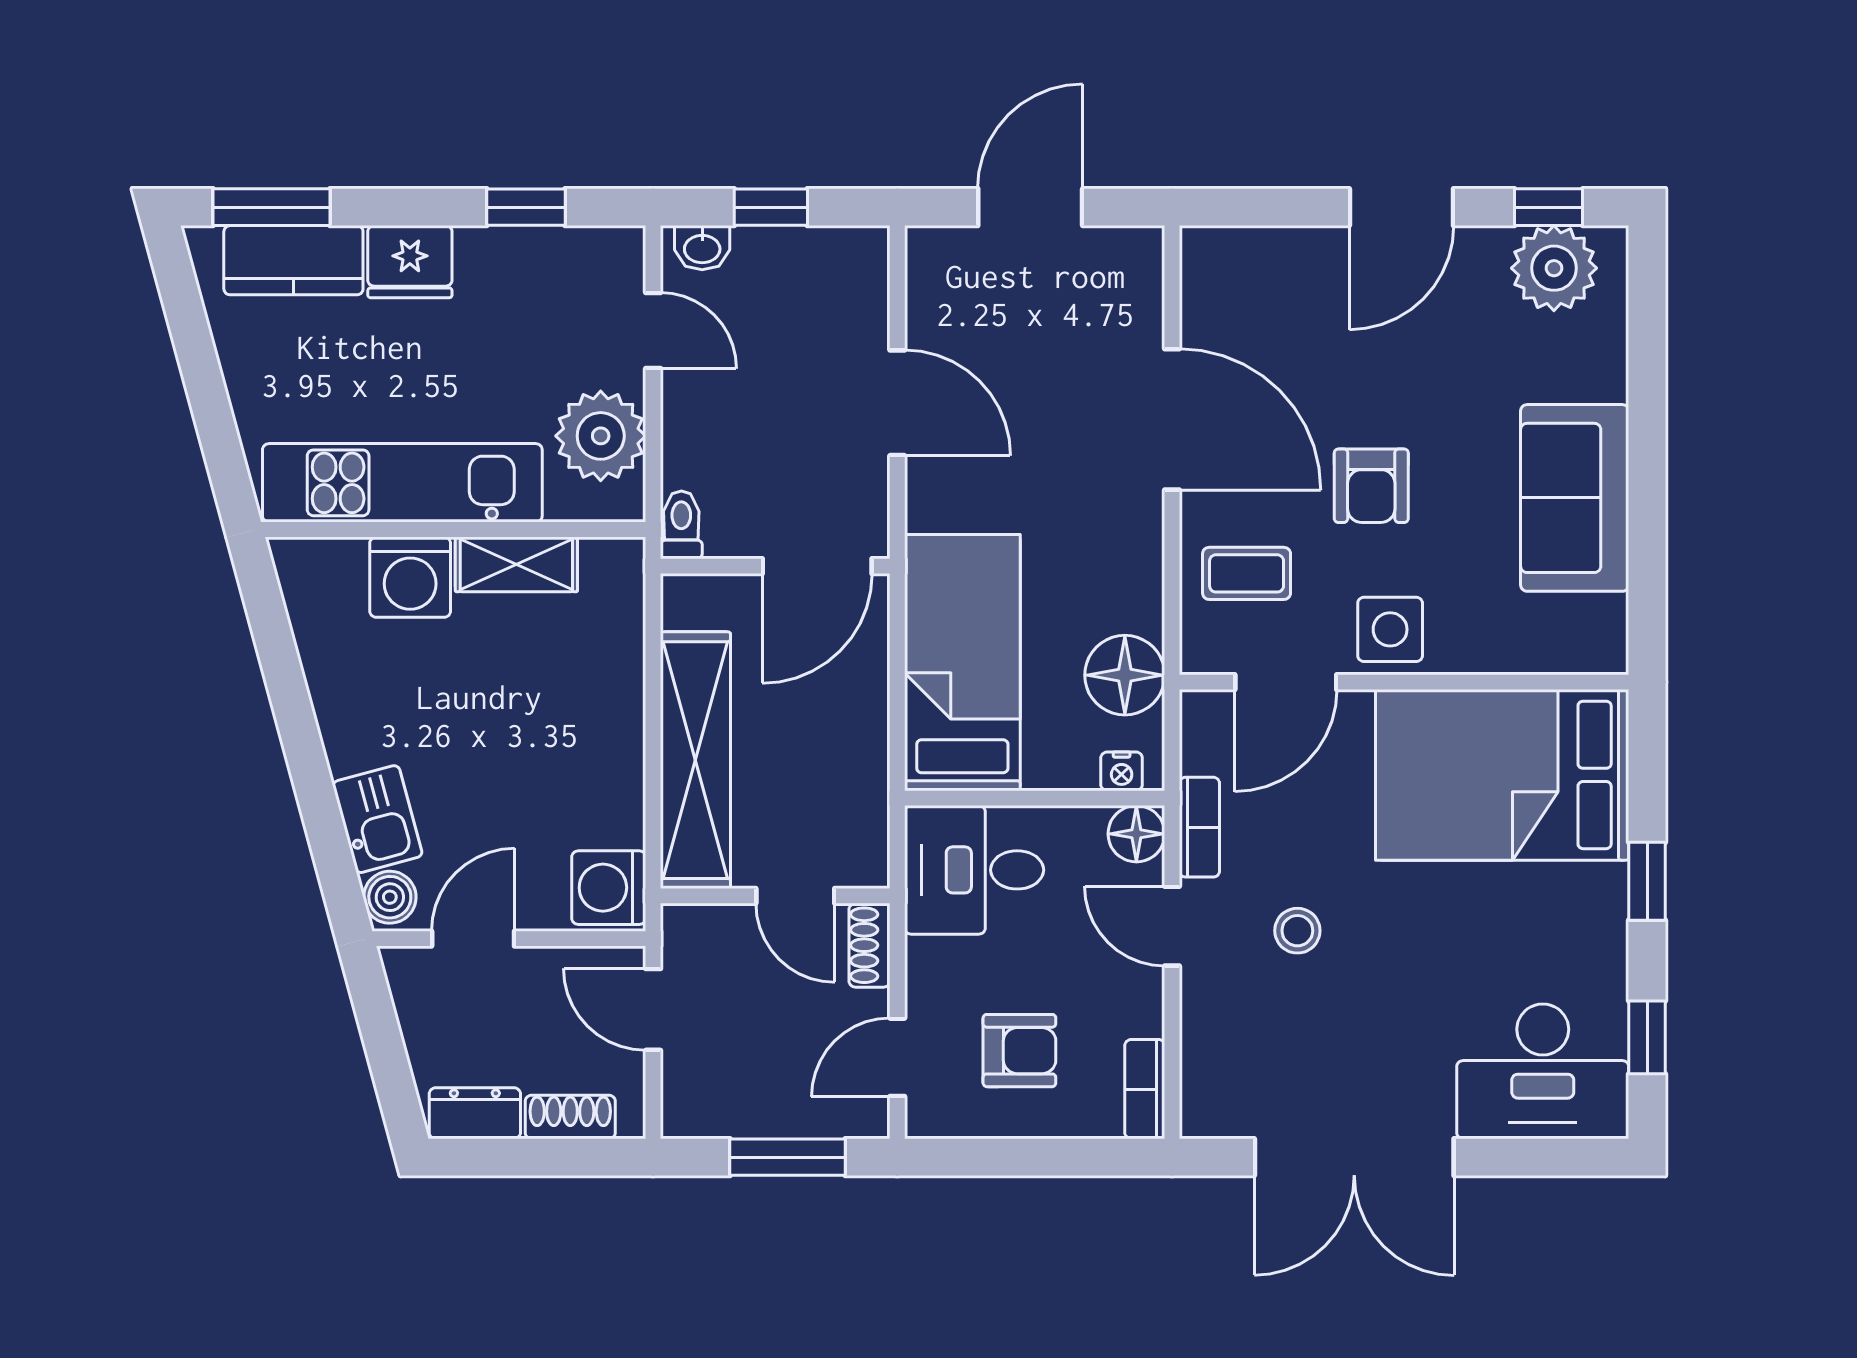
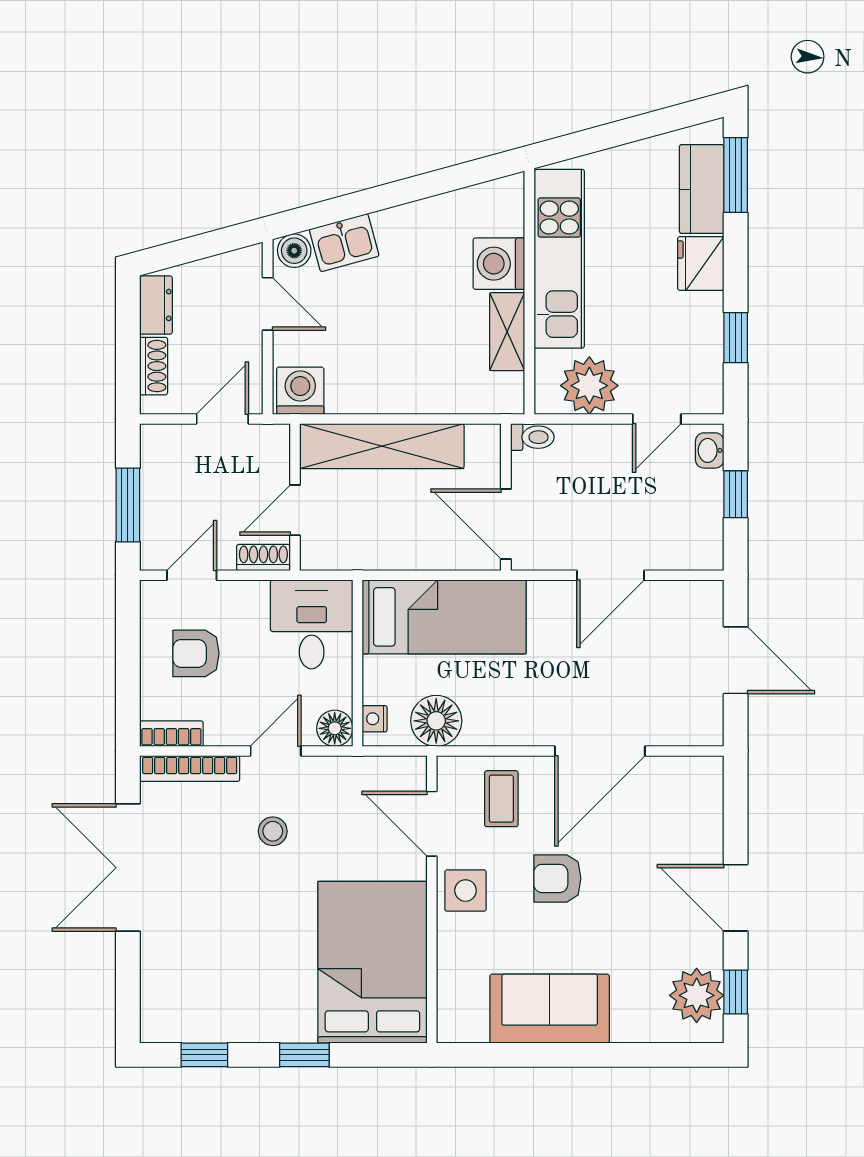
bookcase: (1199, 827) -> (190, 769), moved, width x1.56
armchair: (1019, 1051) -> (196, 653), turned 90
door: (897, 1057) -> (192, 575), hinge flipped
desk: (1543, 1071) -> (183, 988), removed

